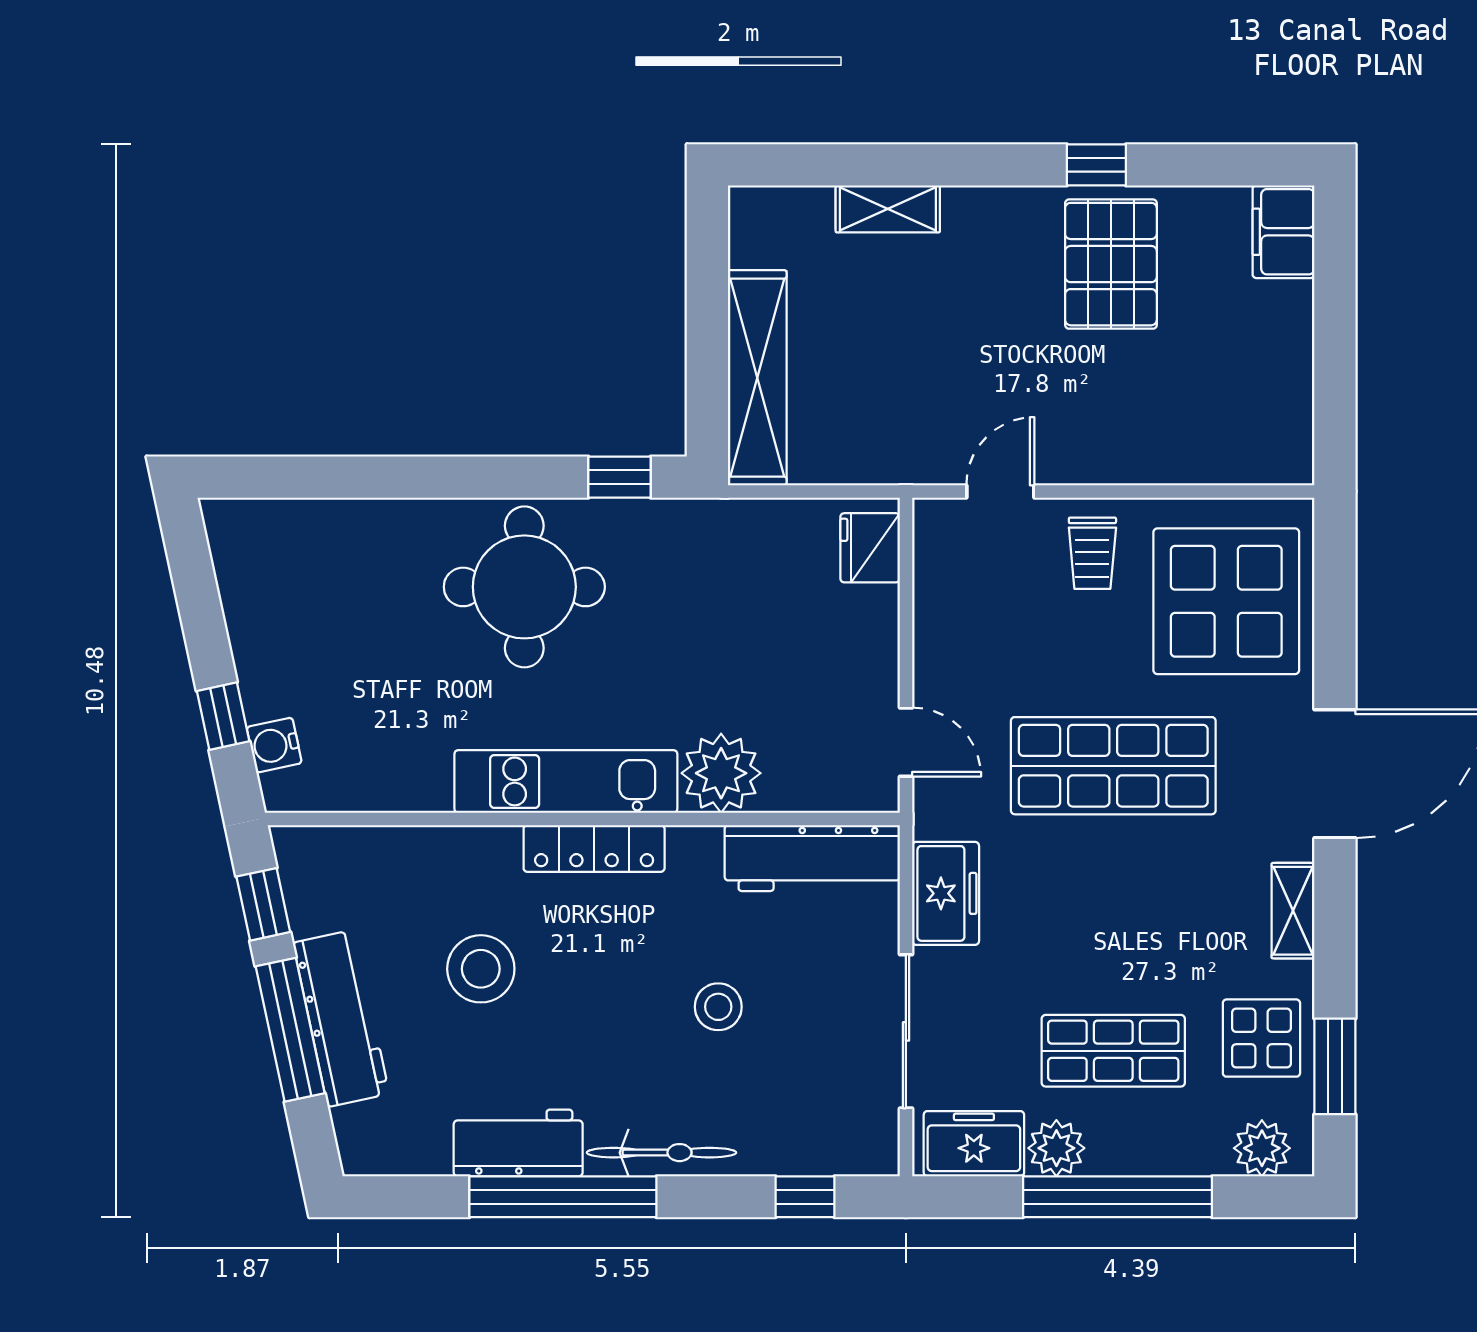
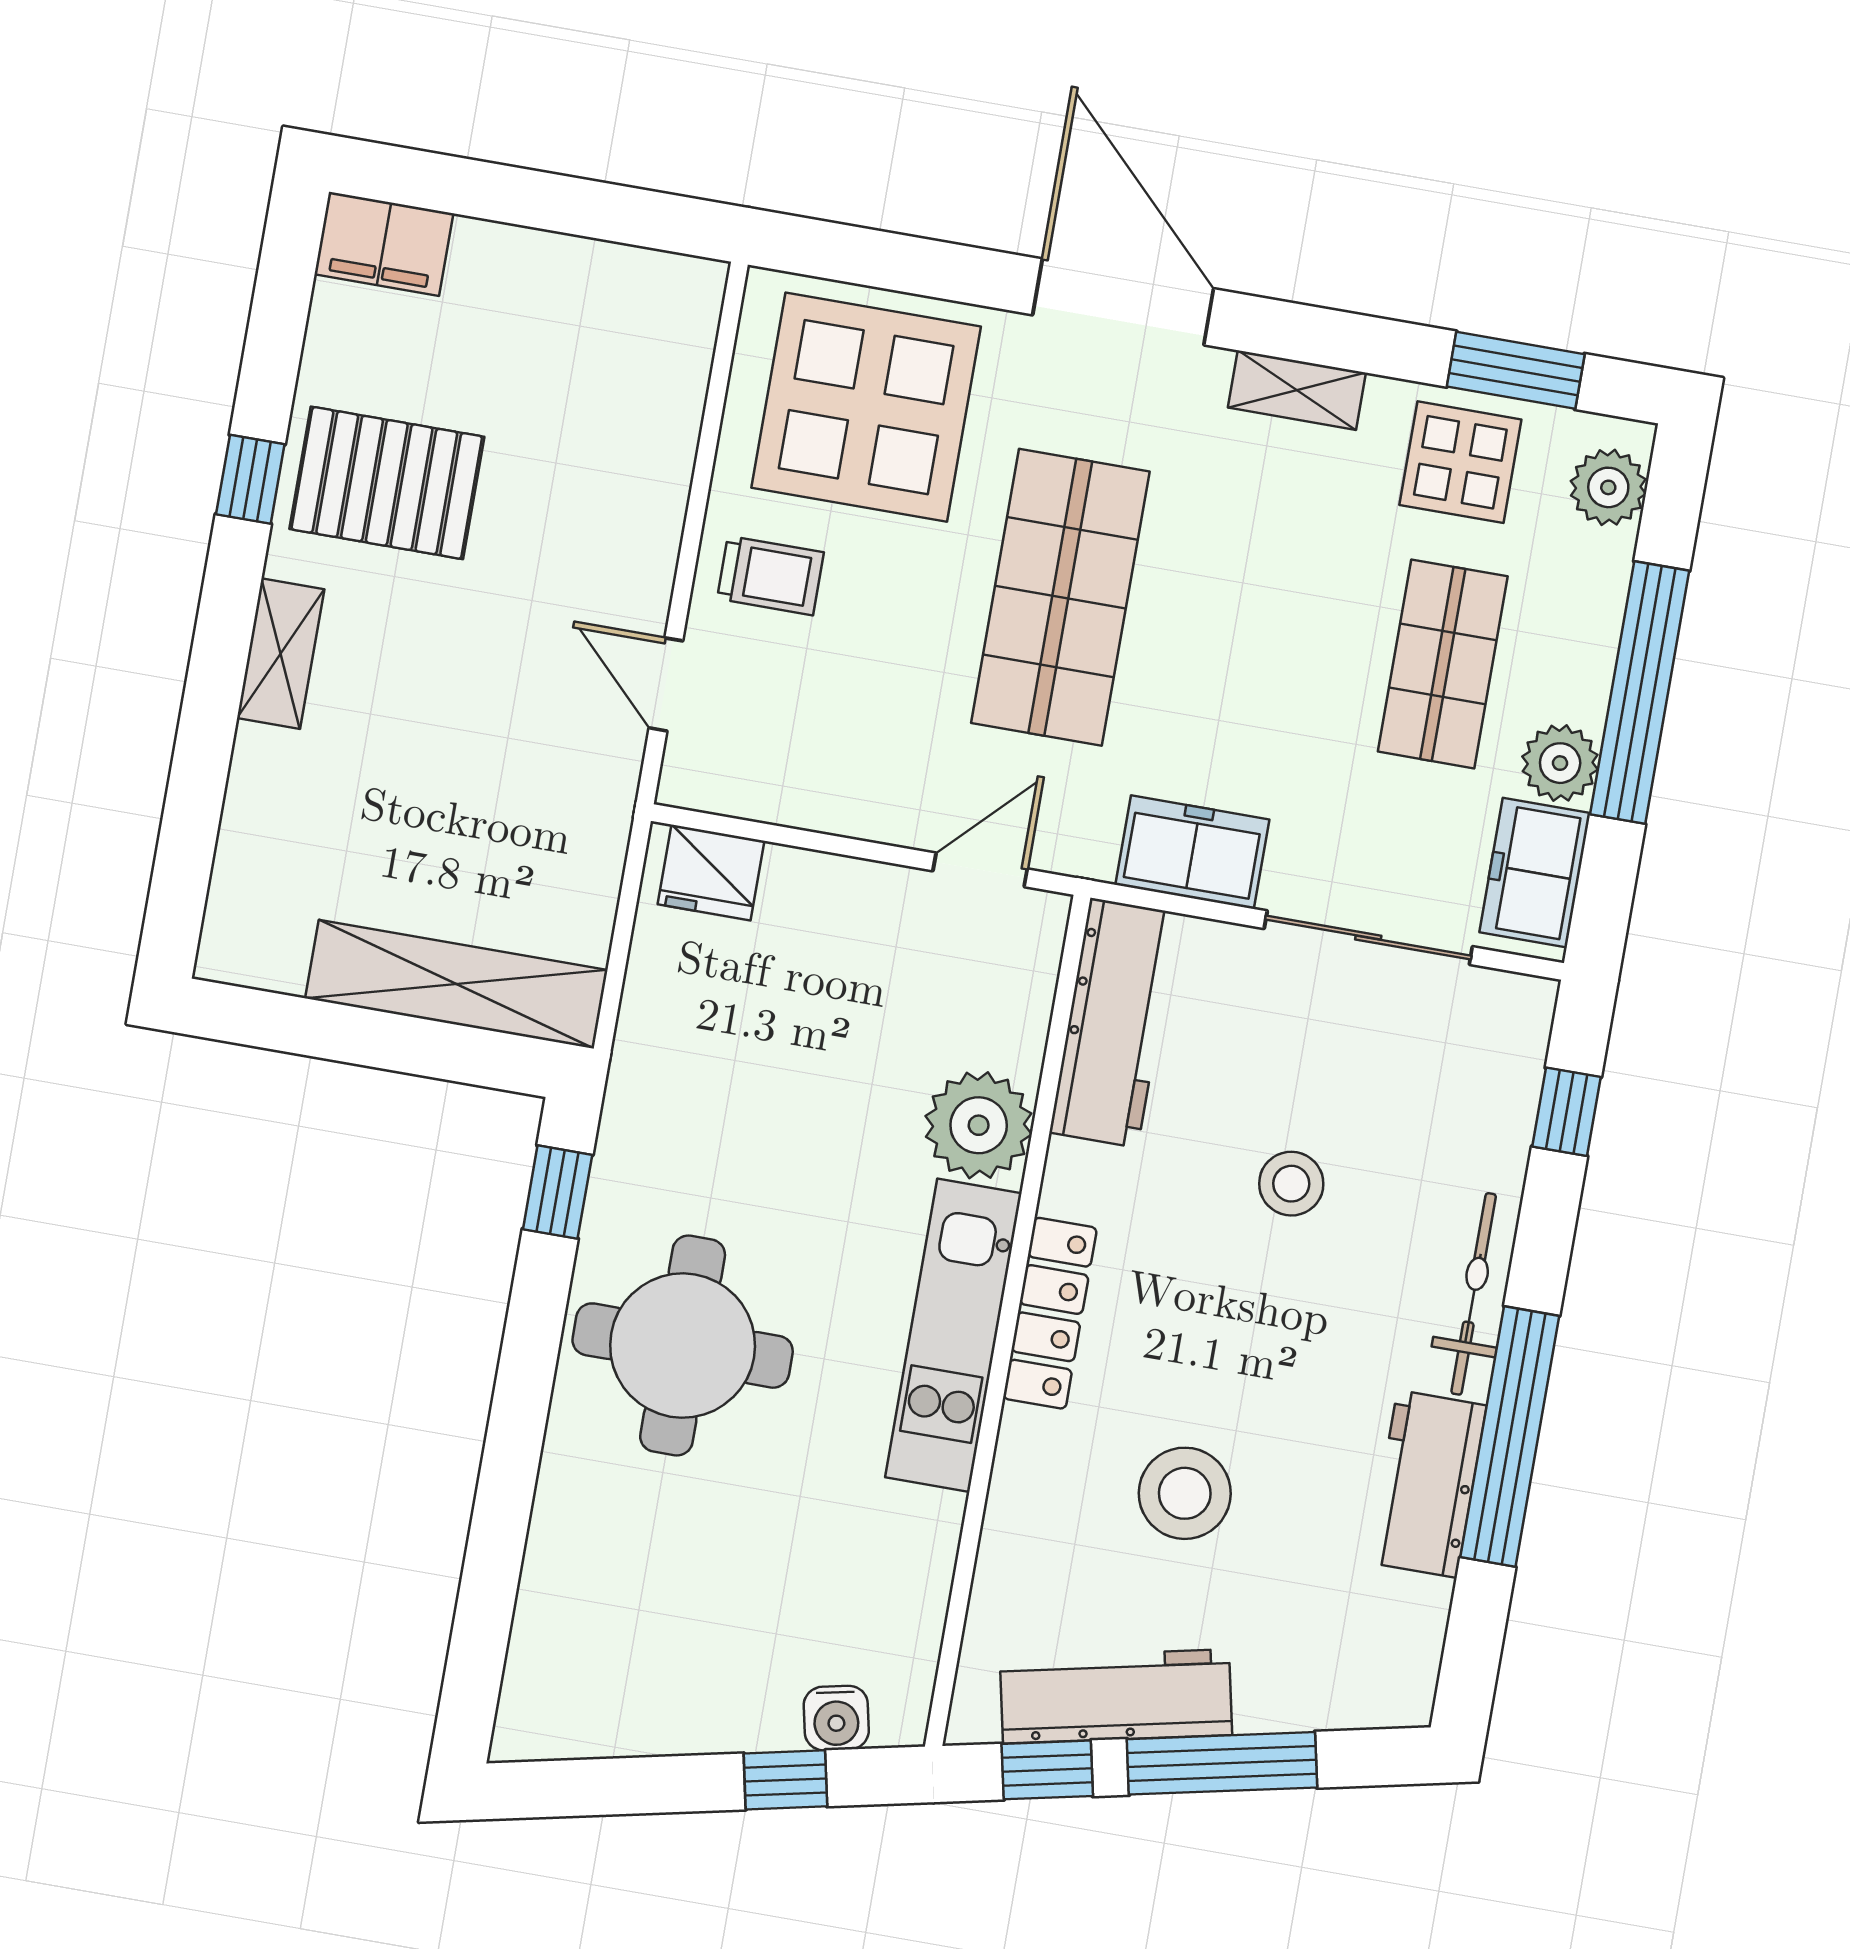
shelving: (888, 209) -> (281, 654), moved
workbench: (341, 1018) -> (1116, 1696), moved

